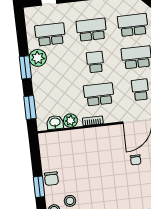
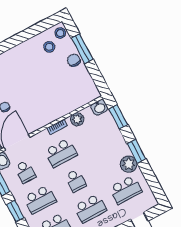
washbasin: (55, 122) -> (99, 107), moved
window: (39, 187) -> (82, 49), width x1.44

